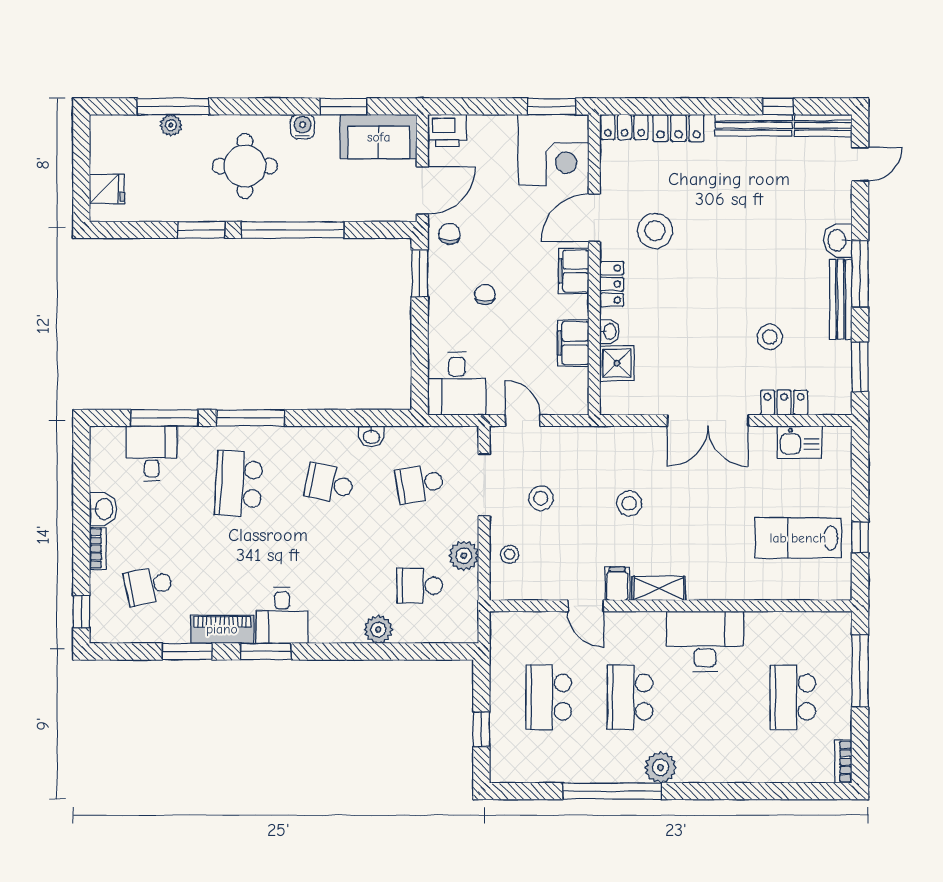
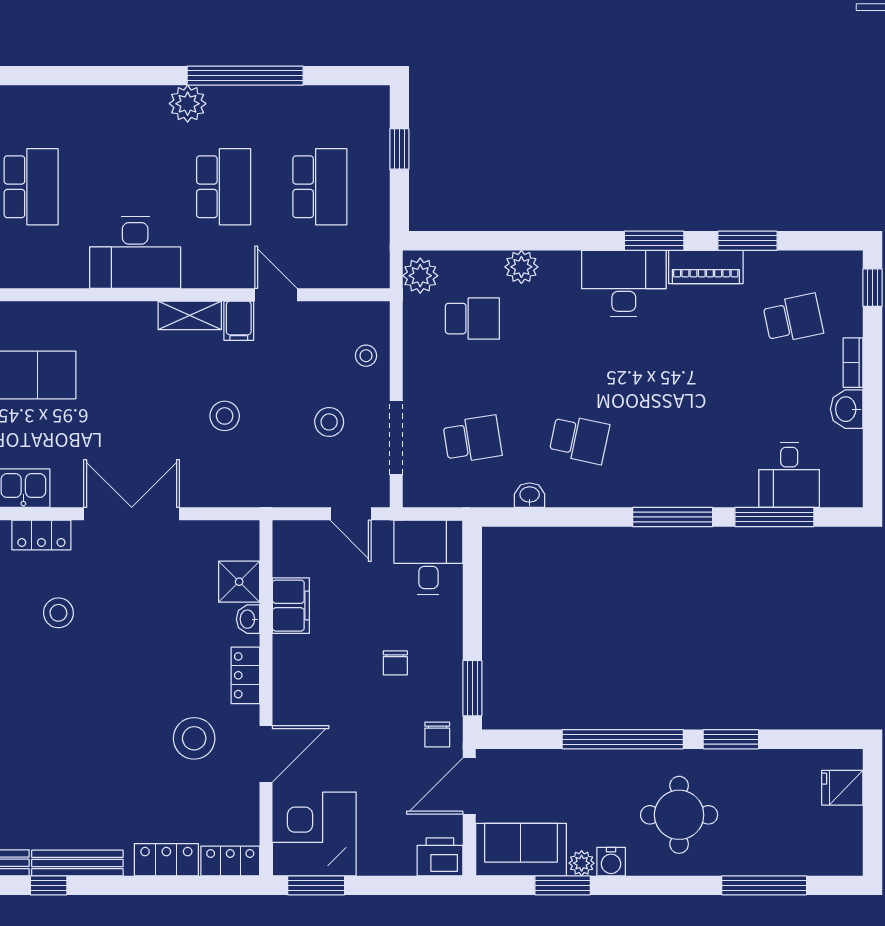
plant: (171, 125) -> (582, 863), moved
filing cabinet: (574, 271) -> (290, 691), removed
school desk: (239, 484) -> (686, 439), removed
plant: (464, 556) -> (420, 276), moved
desk: (282, 615) -> (624, 283), width x1.37

